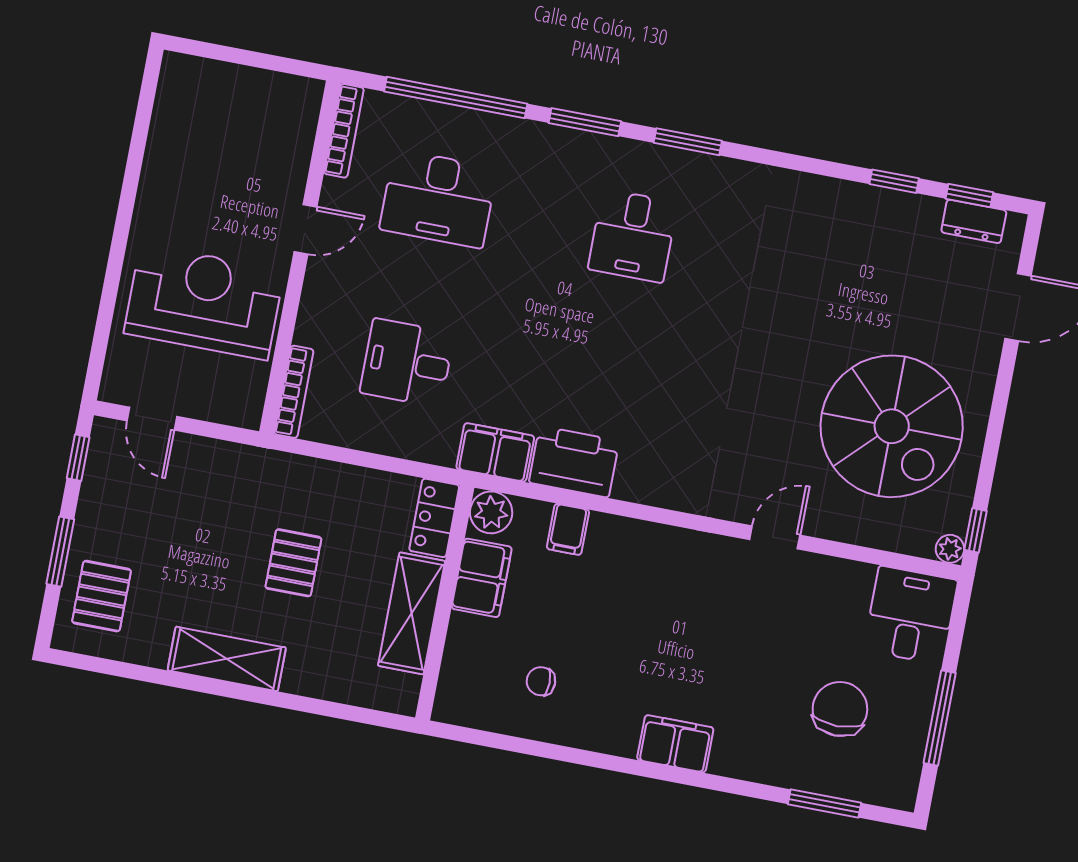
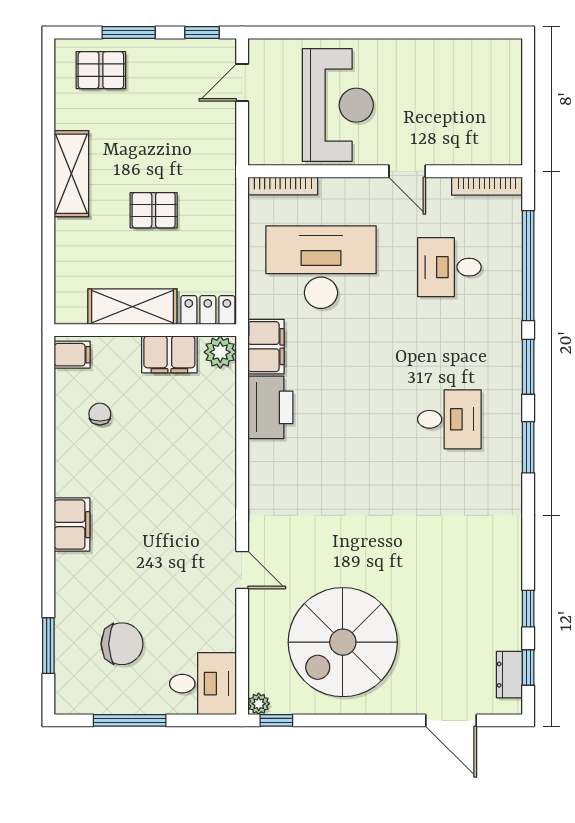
desk: (438, 199) -> (449, 267), width x0.73
desk: (633, 236) -> (449, 419), turned 180
desk: (407, 363) -> (321, 267), width x1.87, depth x1.30
filing cabinet: (568, 529) -> (72, 355), moved, turned 180

